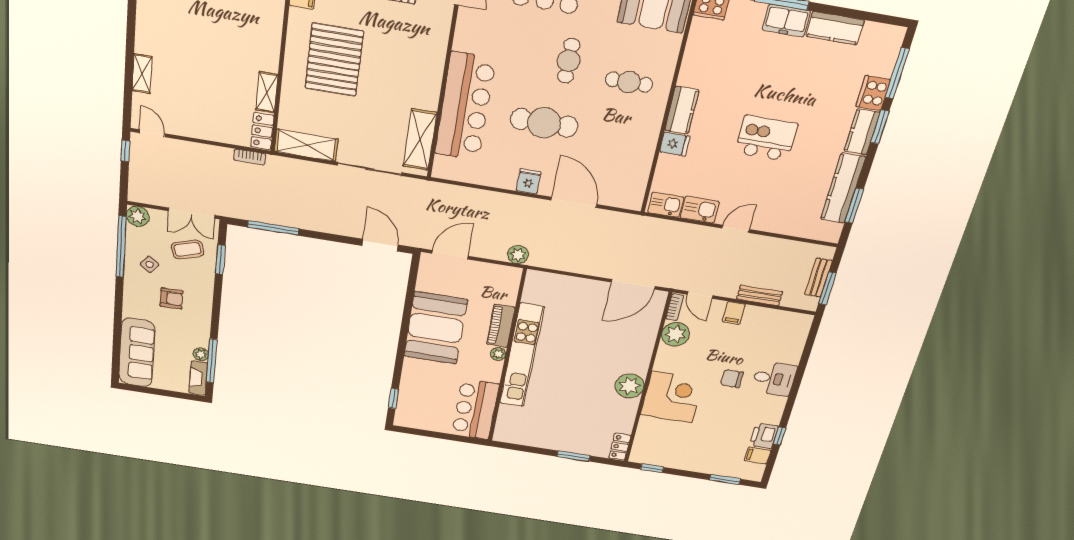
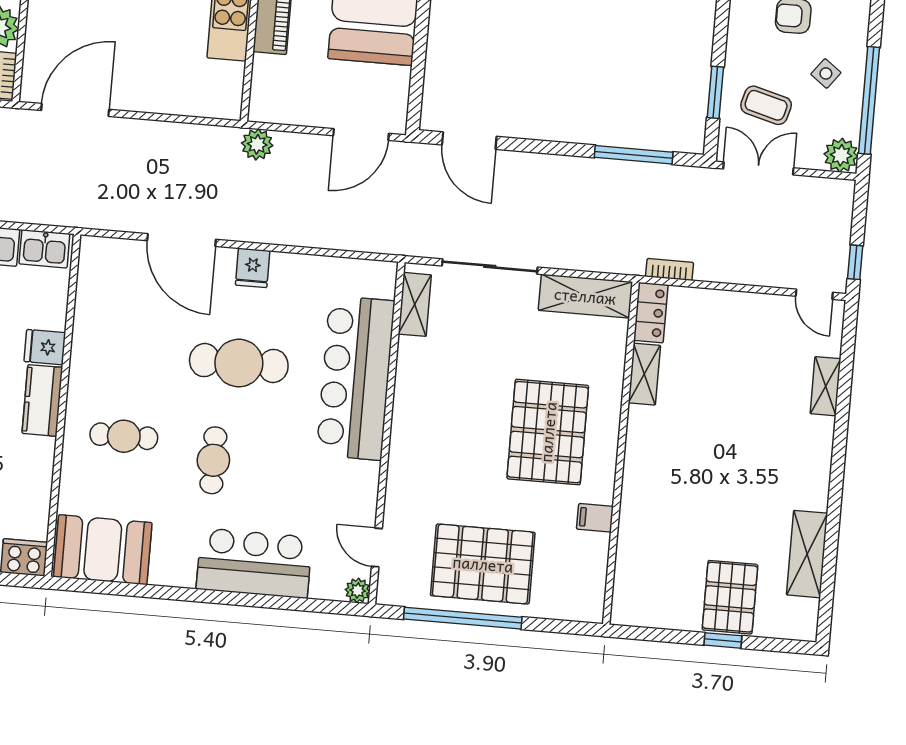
shelving: (420, 140) -> (415, 304), width x0.67, depth x0.75
coffee table: (187, 249) -> (766, 105), turned 33

